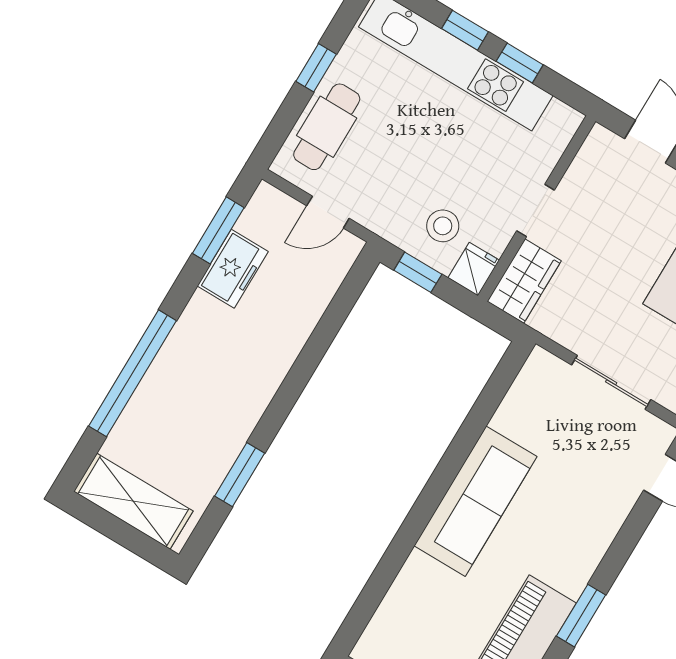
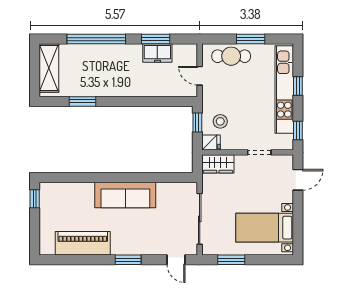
window: (520, 63) -> (298, 130), moved
window: (316, 68) -> (251, 39), width x1.50
doorway: (536, 211) -> (259, 152), moved
window: (218, 230) -> (156, 39), moved
sliding door: (611, 382) -> (200, 219), width x1.37
window: (581, 616) -> (128, 260), moved

